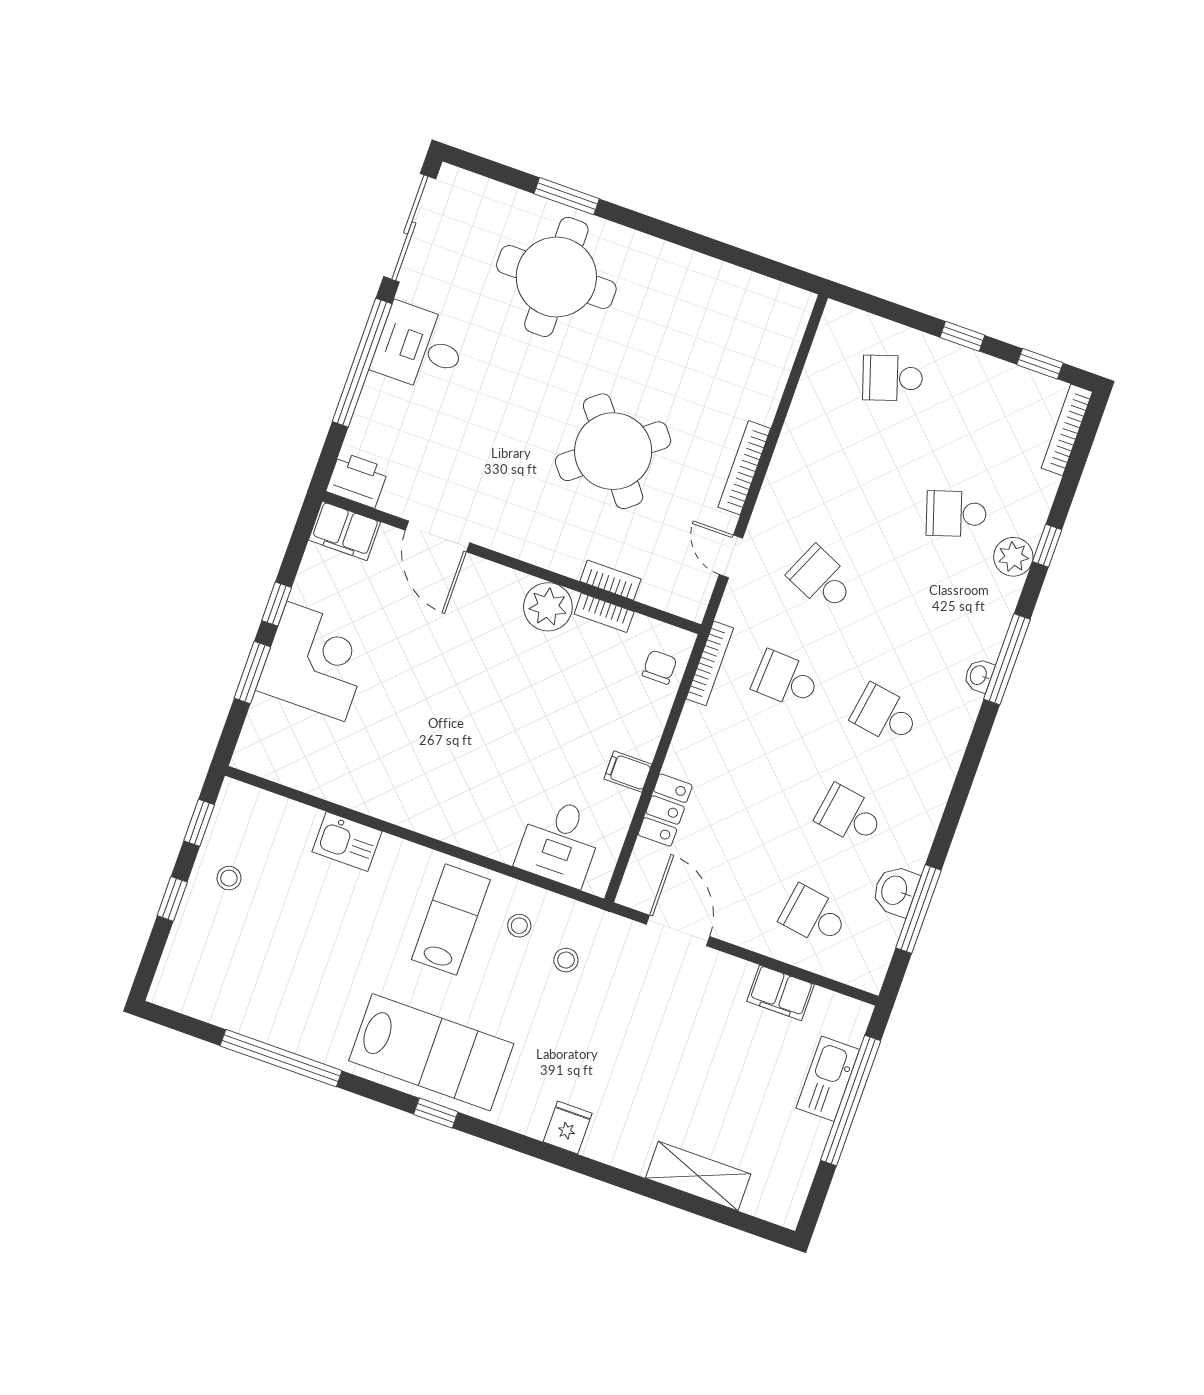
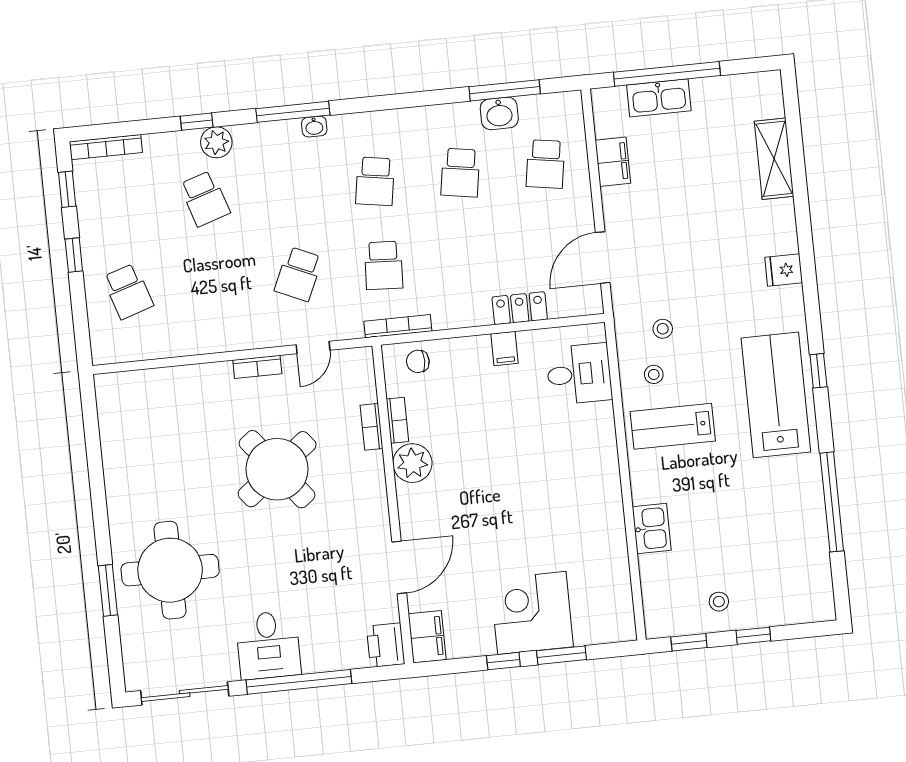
bookcase: (744, 468) -> (257, 367), width x0.64

